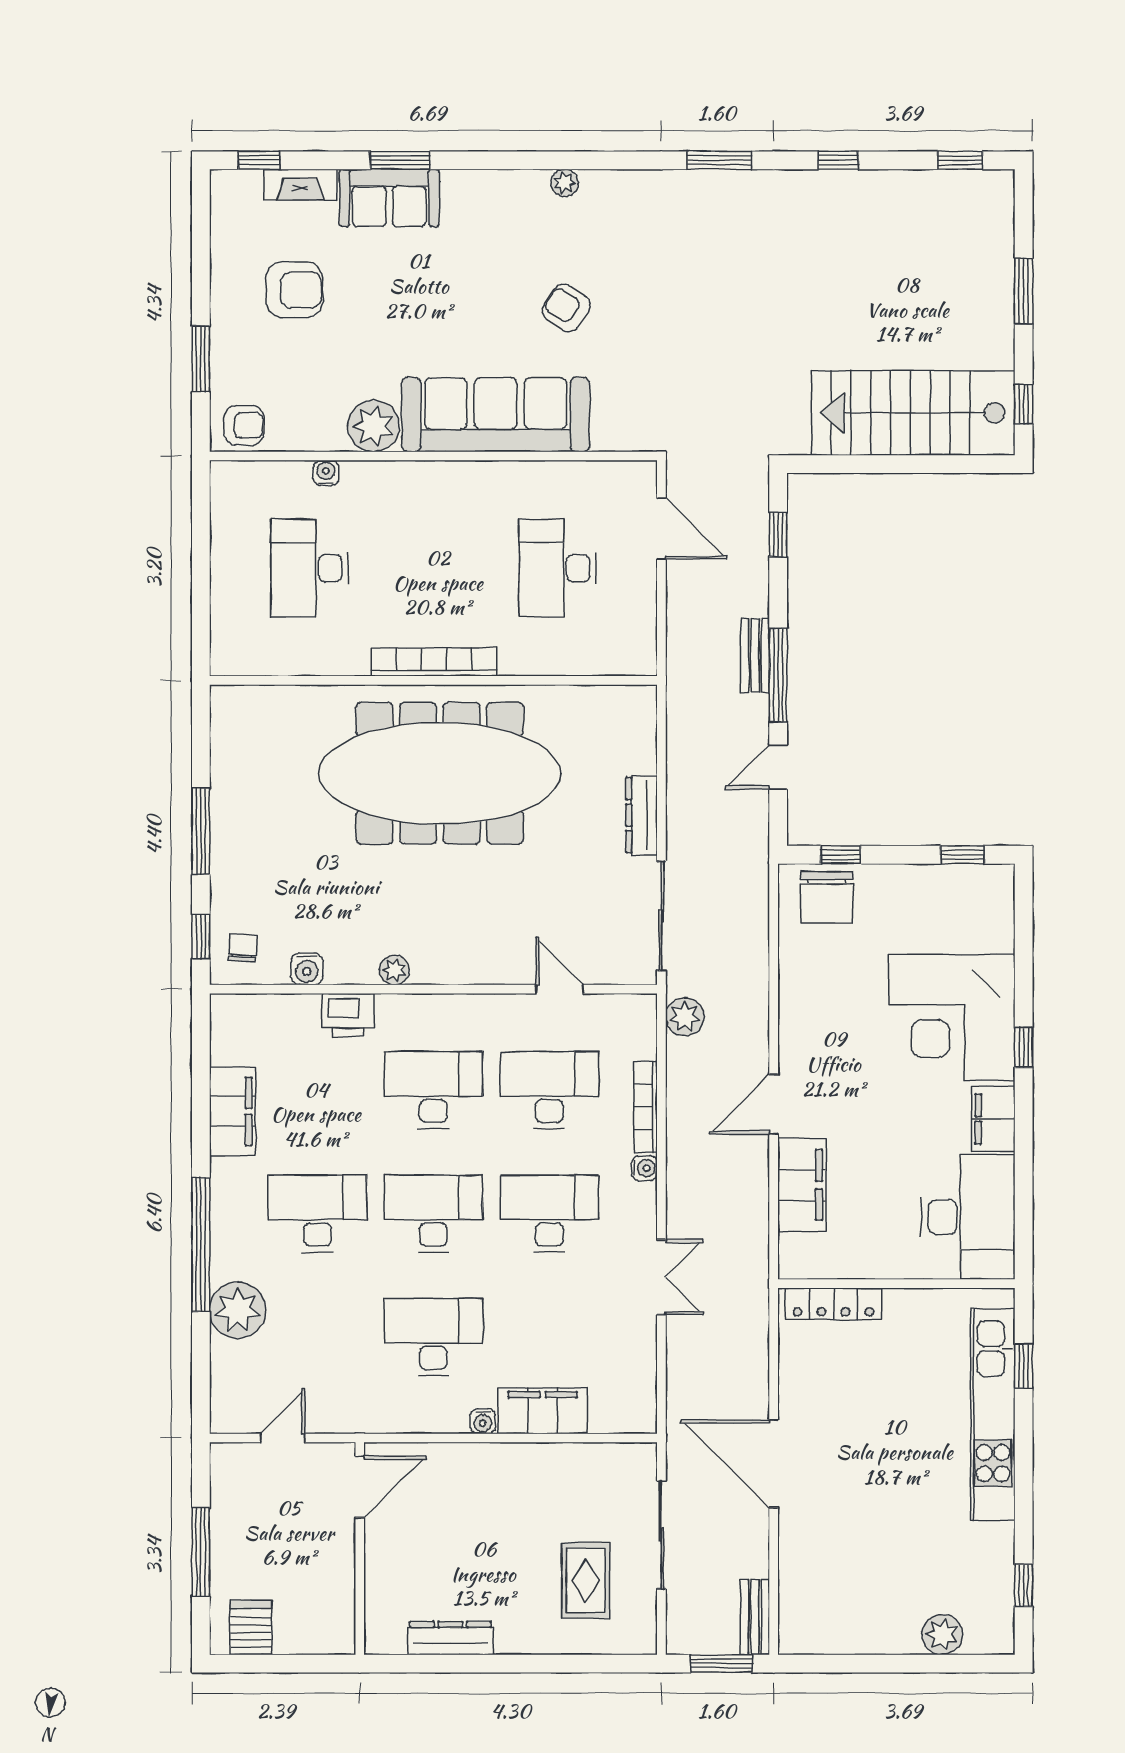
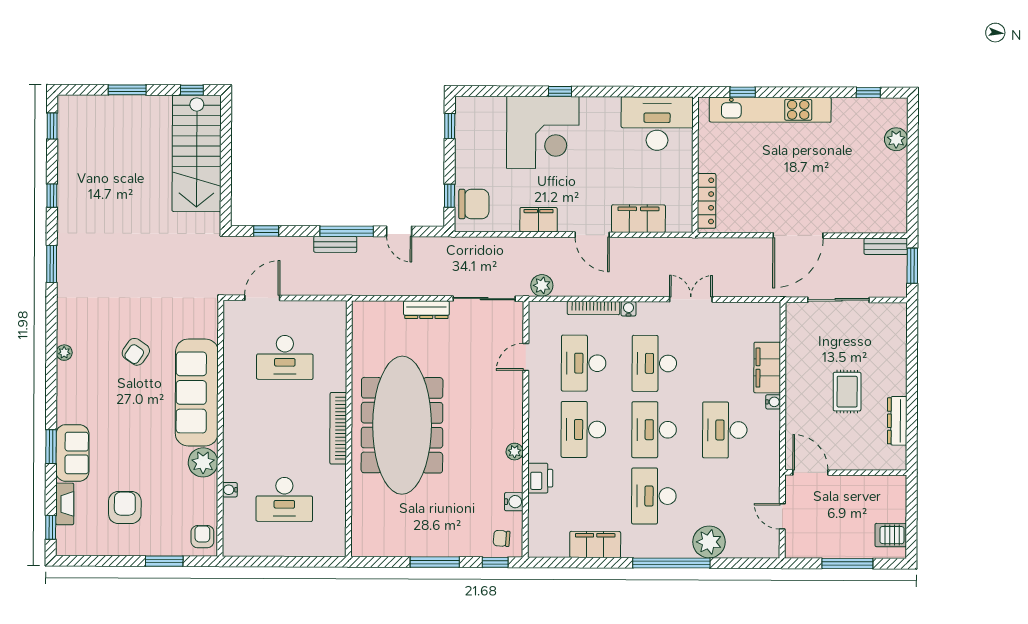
filing cabinet: (993, 1119) -> (539, 220), moved, turned 180
rug: (586, 1580) -> (847, 392), moved, turned 90

